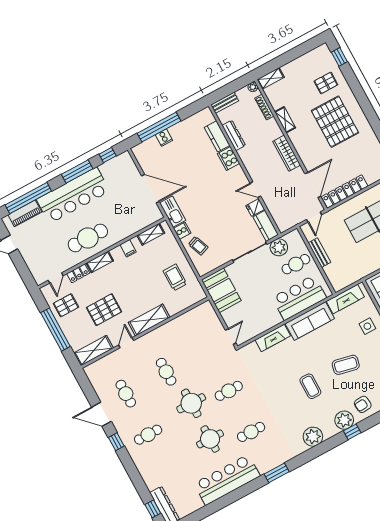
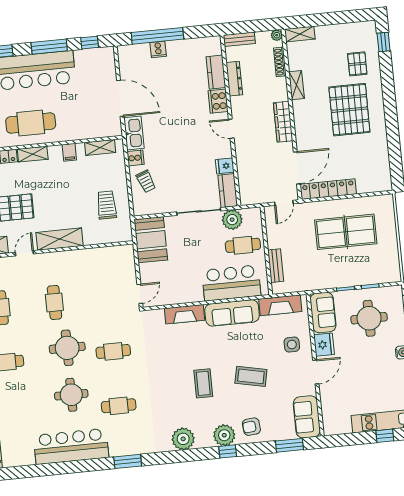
pallet: (326, 83) -> (357, 64), turned 90
door: (255, 190) -> (231, 129), moved
bench: (319, 253) -> (276, 266), moved

